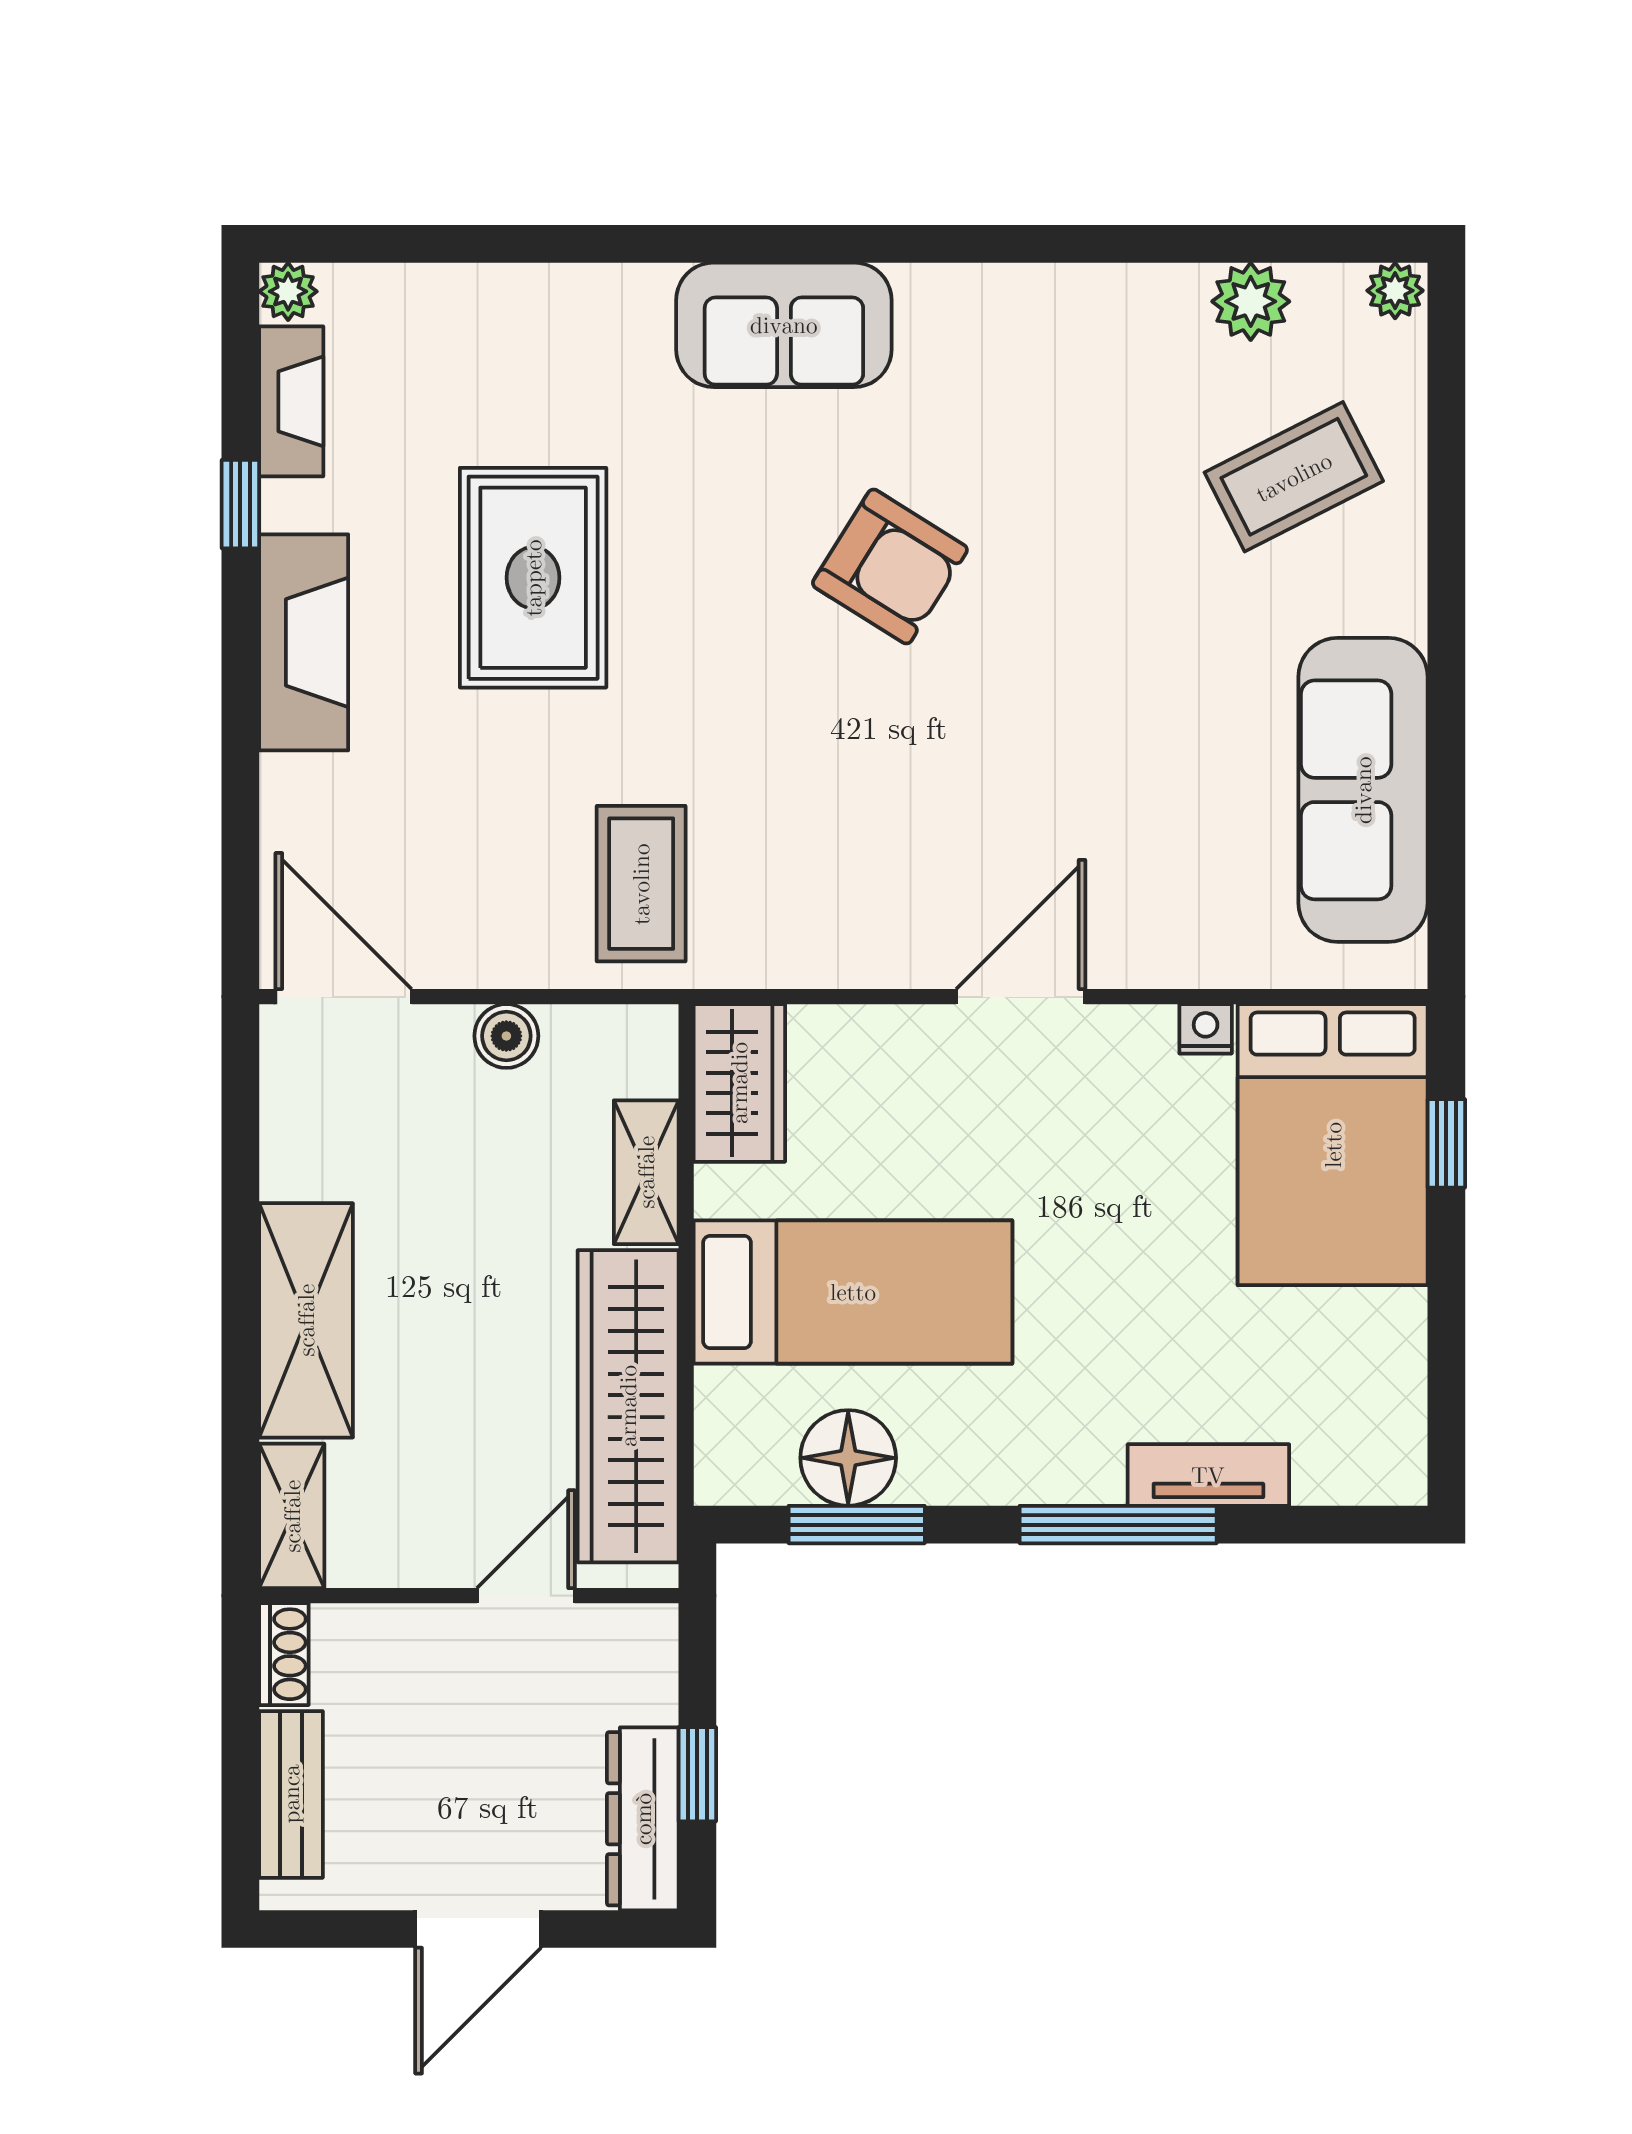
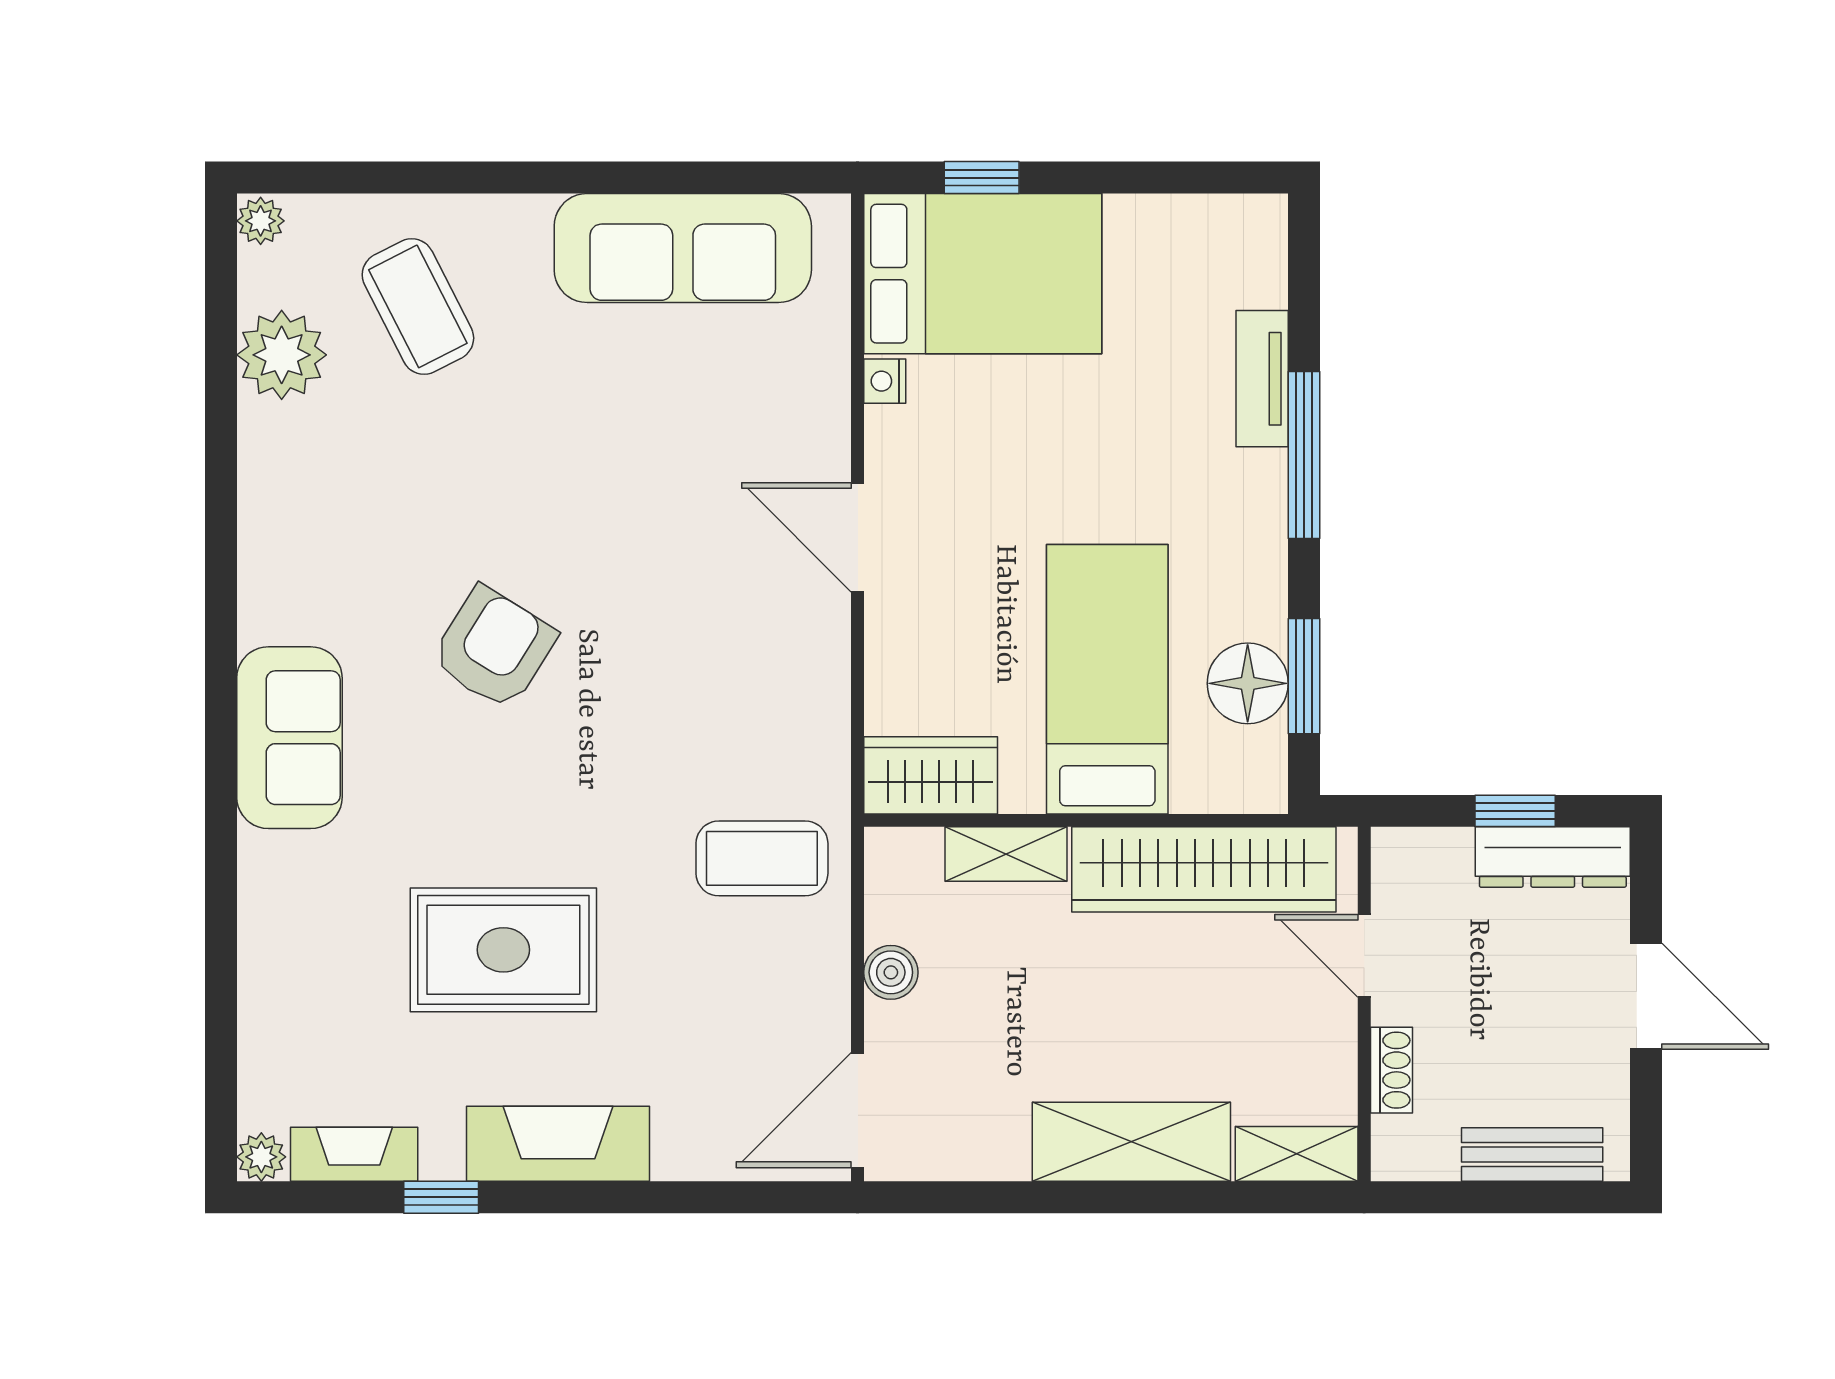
plant: (1251, 301) -> (282, 355), width x1.36, depth x1.36
shoe rack: (284, 1654) -> (1391, 1070), moved, turned 90

